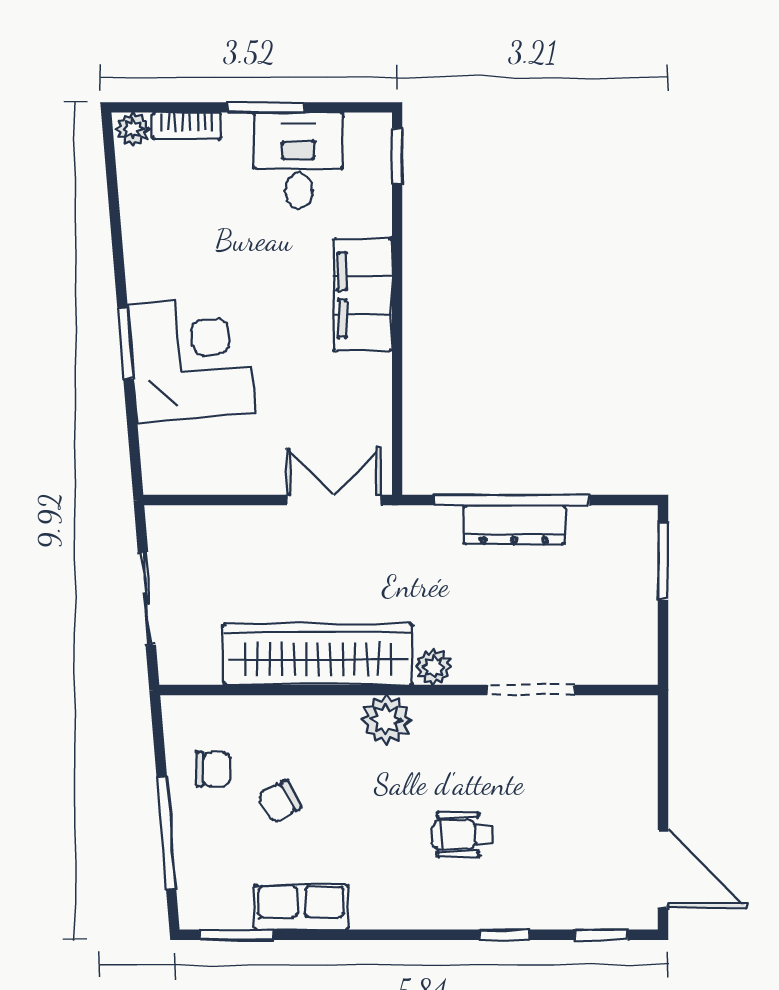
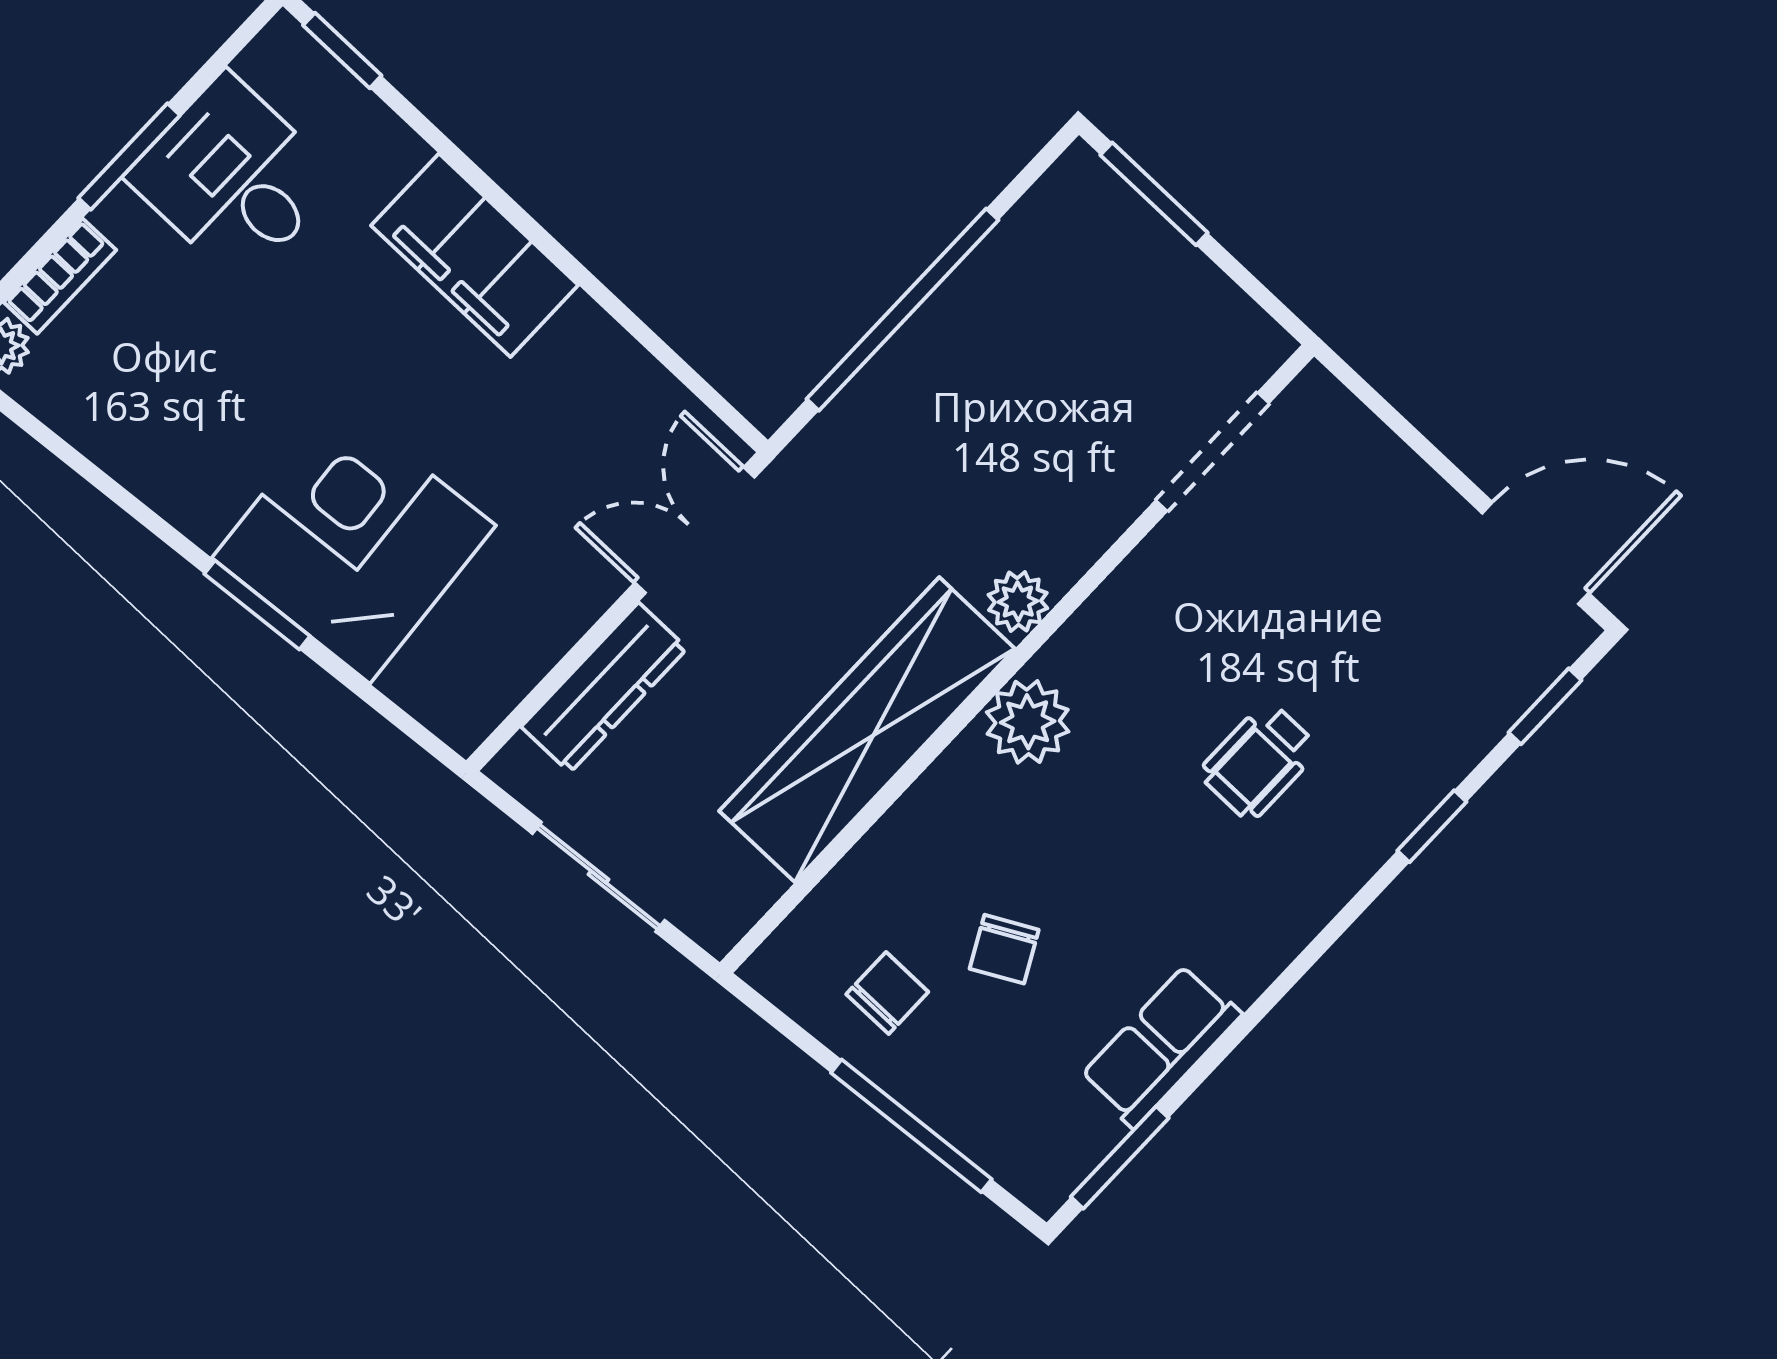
dresser: (514, 525) -> (604, 688), moved
doorway: (531, 690) -> (1212, 452), moved

